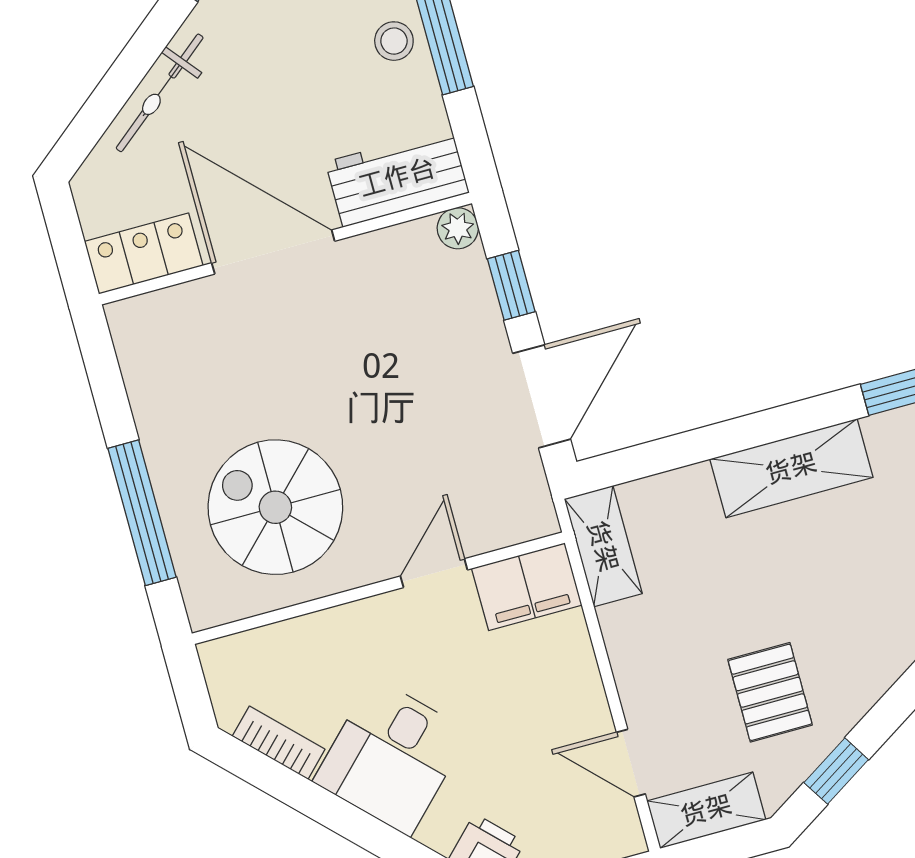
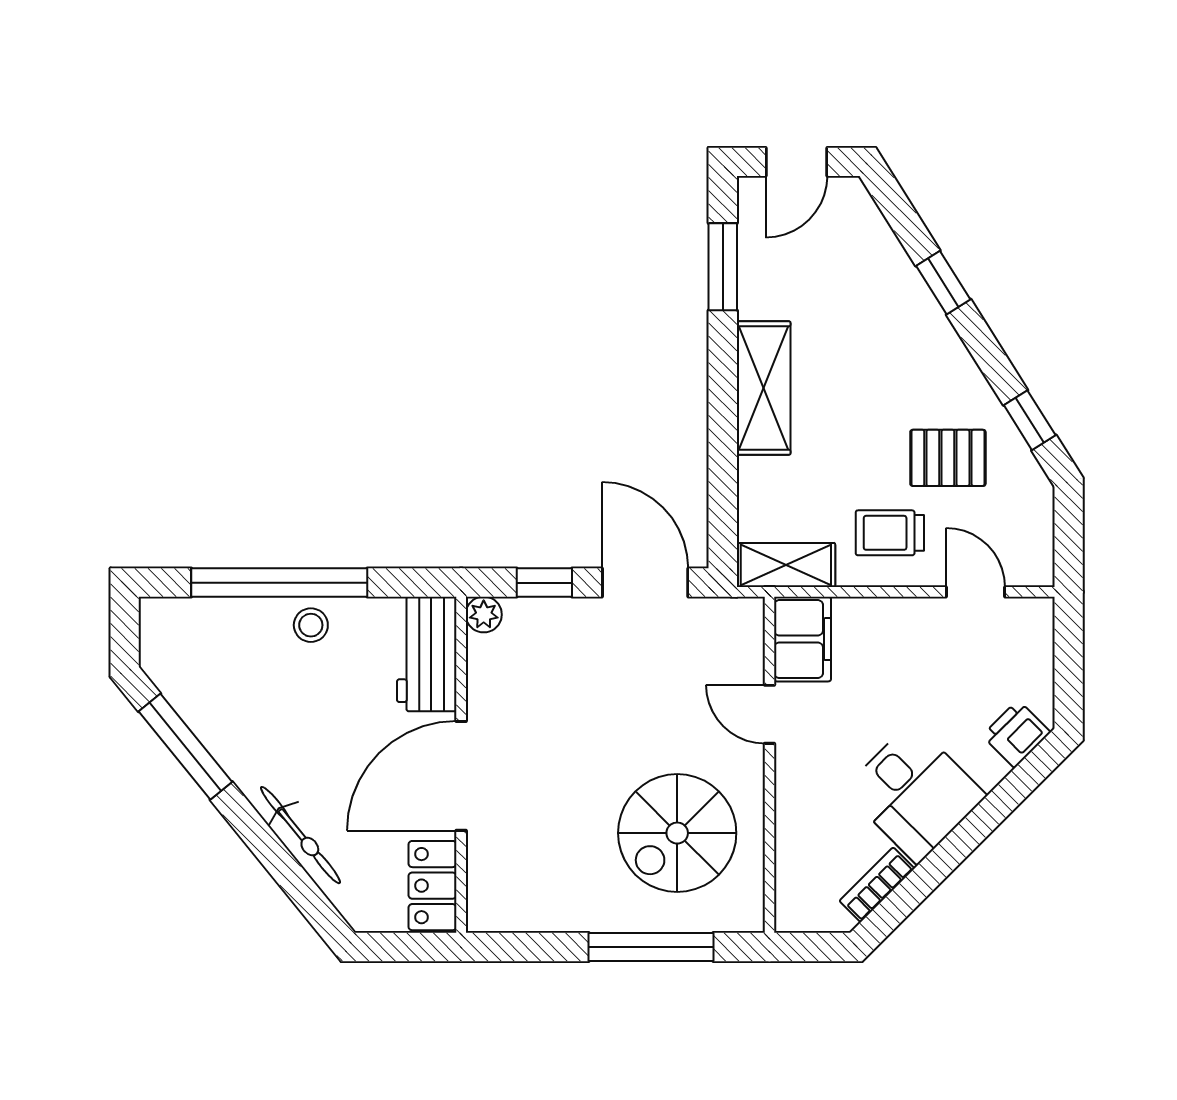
trolley: (670, 651) -> (890, 533), added
door: (631, 763) -> (976, 592), swing flipped
shelving: (706, 810) -> (1033, 539), removed

